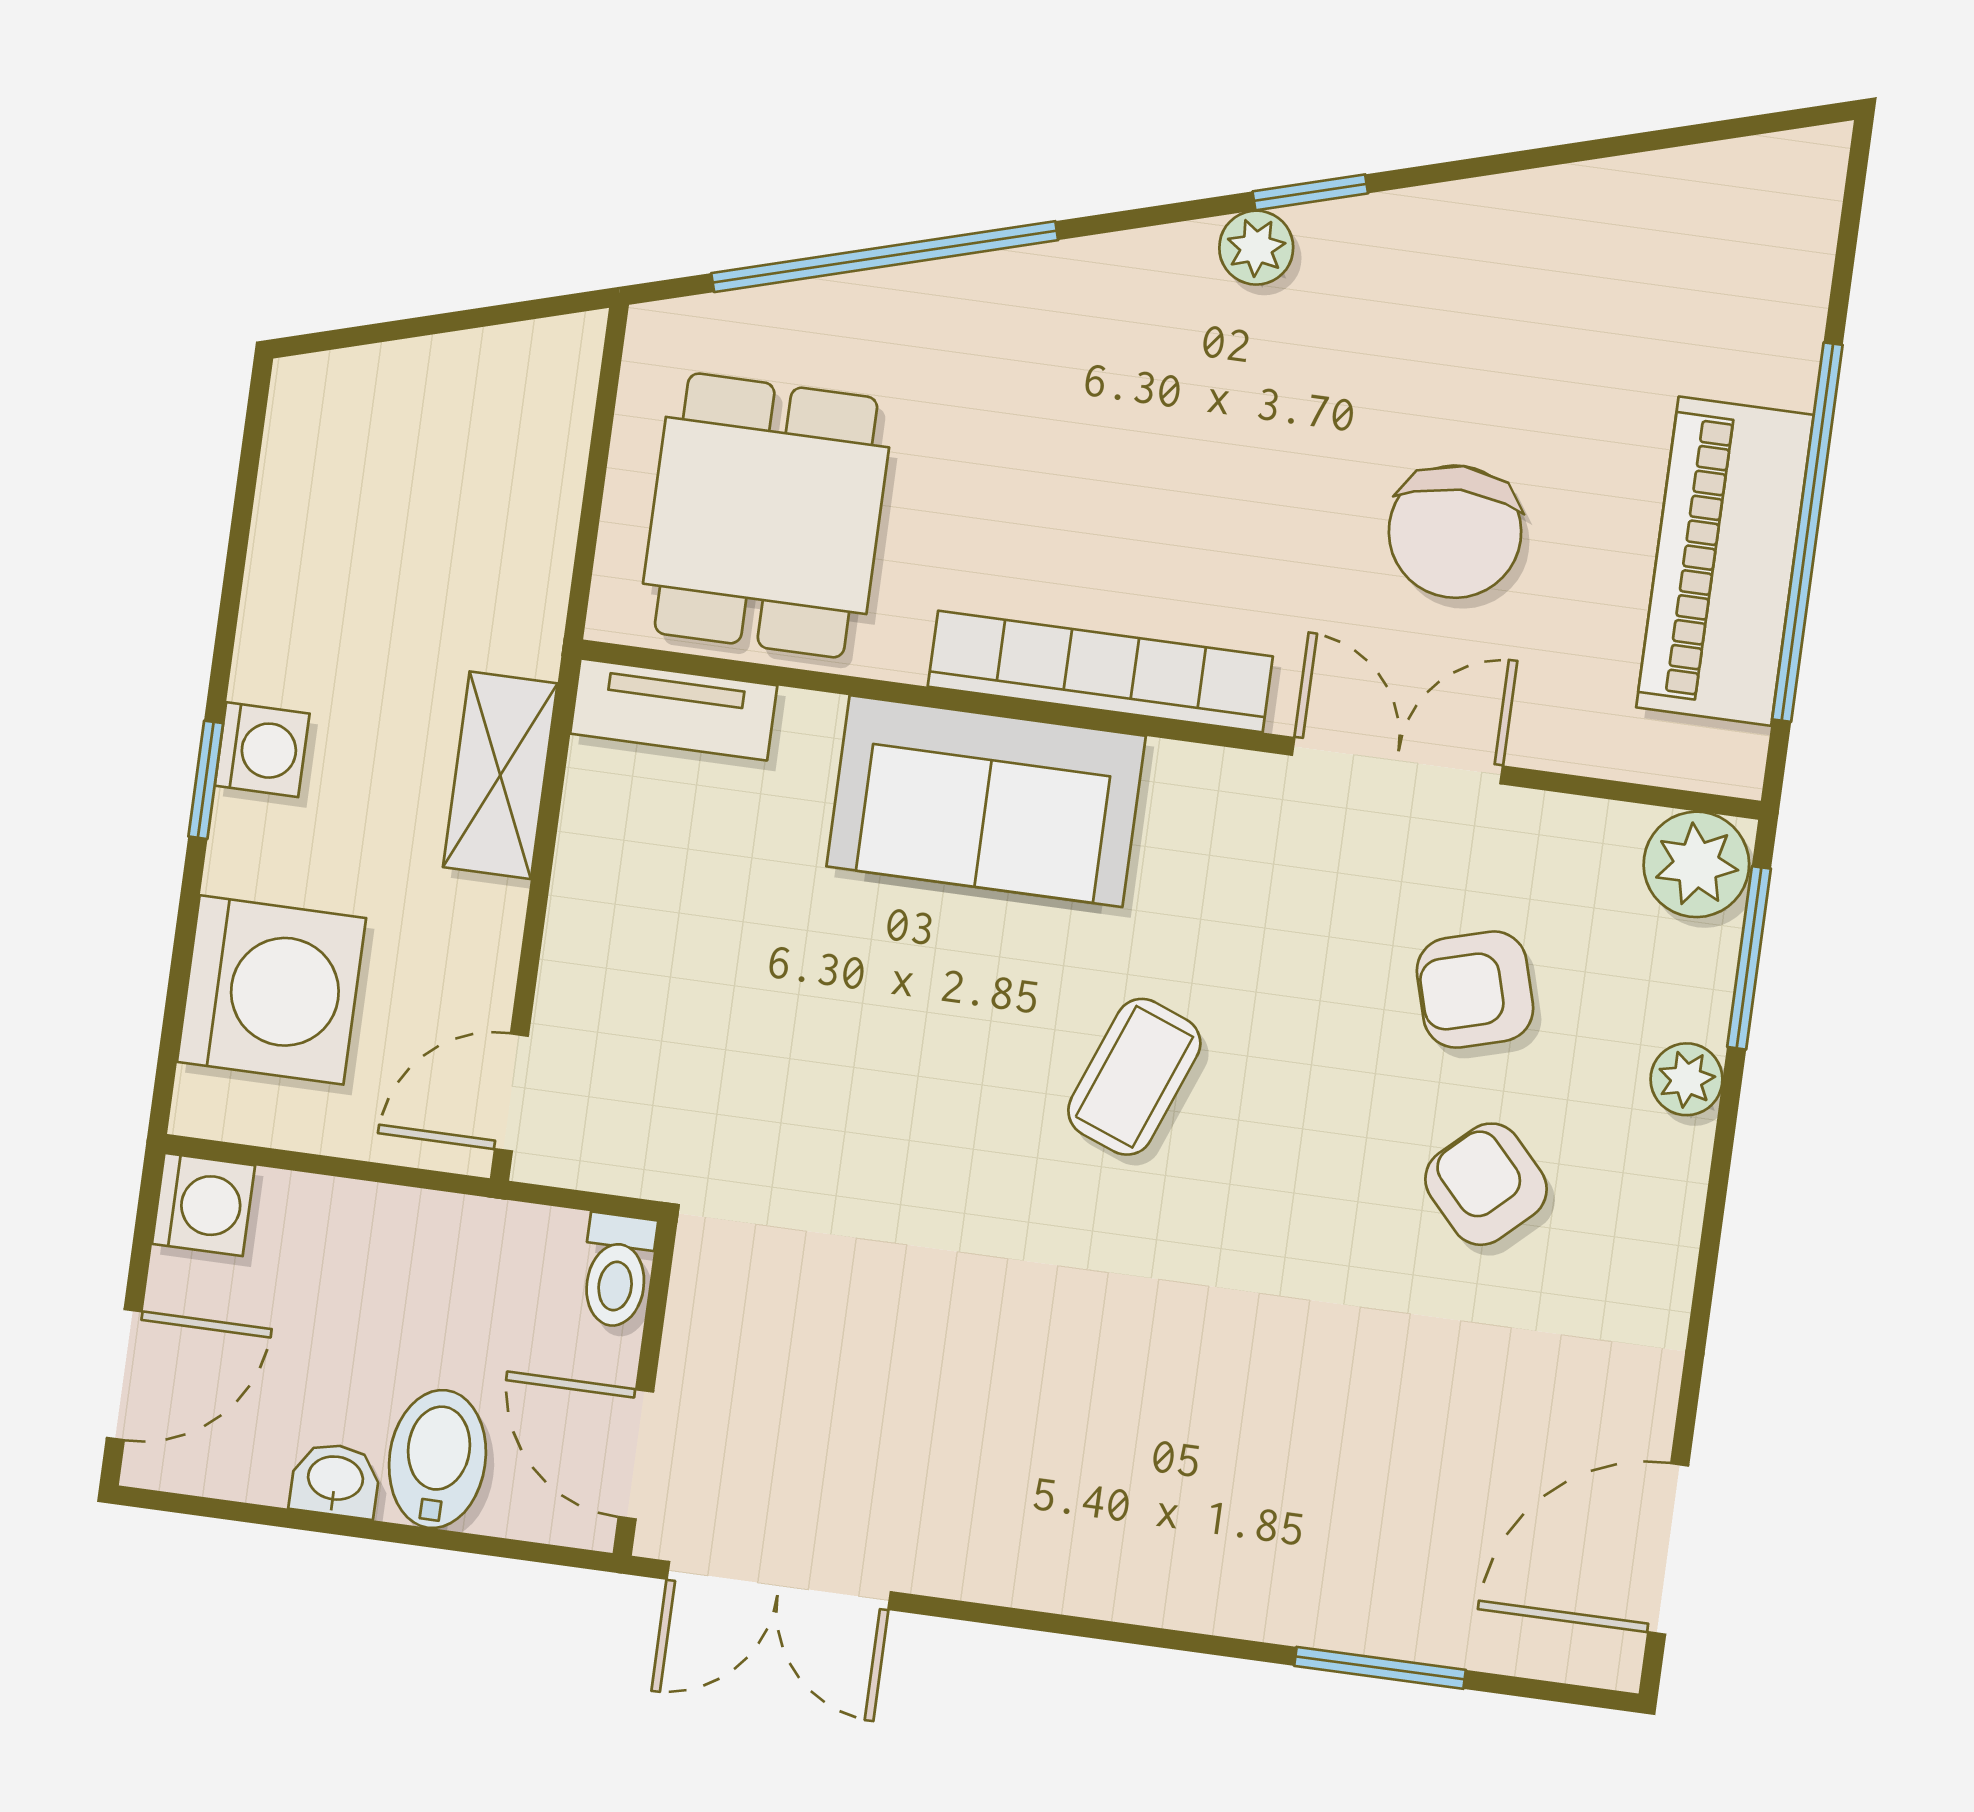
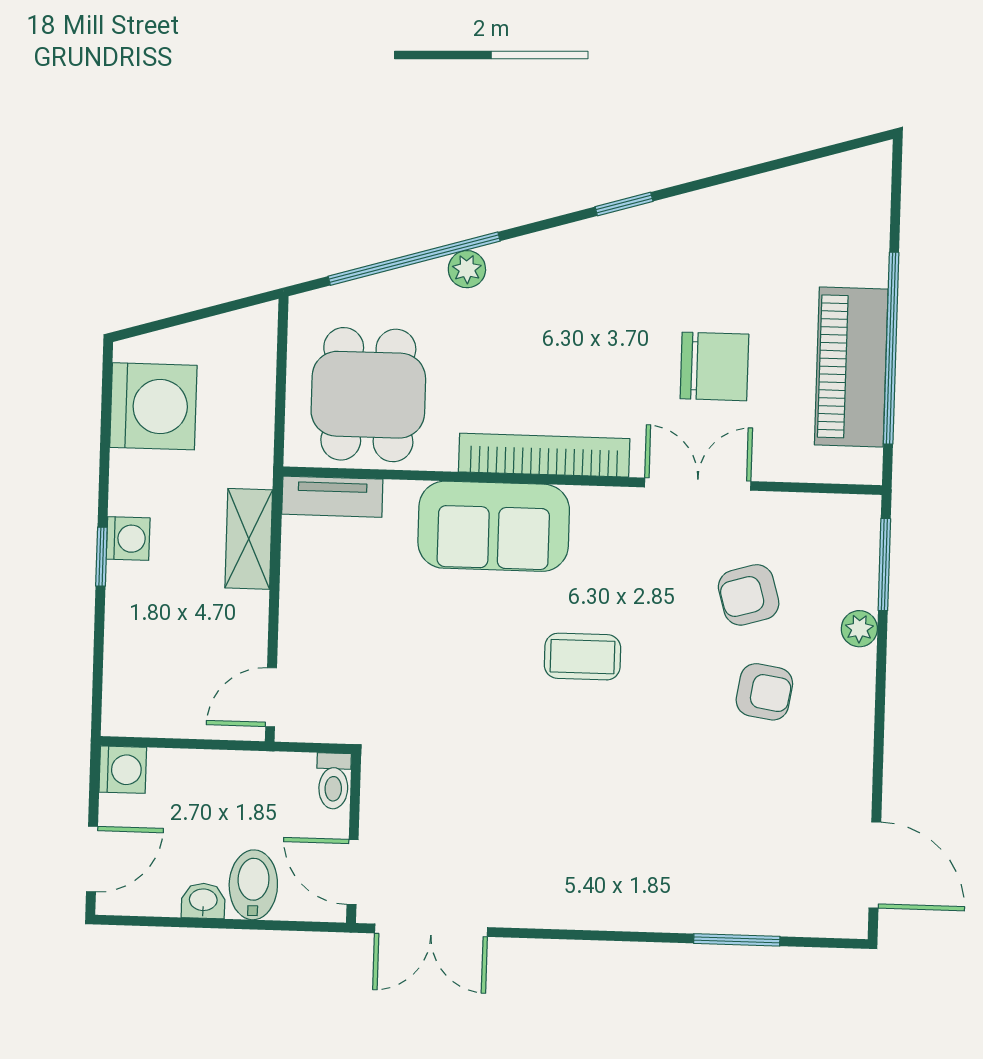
plant: (1256, 248) -> (467, 269), moved
chair: (1455, 532) -> (714, 366), turned -90
plant: (1696, 864) -> (853, 521), removed
washing machine: (272, 990) -> (153, 406), moved
coffee table: (1134, 1077) -> (582, 657), turned 69
armchair: (1486, 1184) -> (764, 692), turned 142
door: (1668, 1549) -> (875, 865), swing flipped

